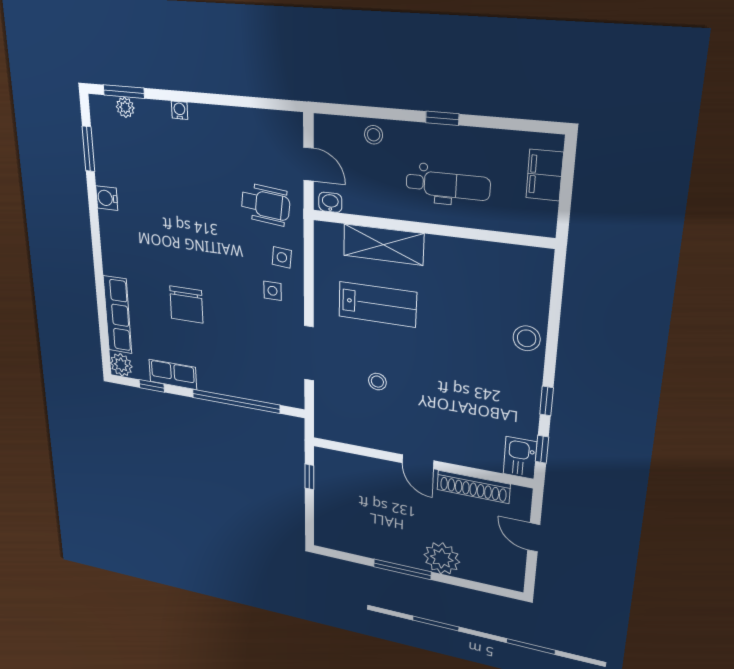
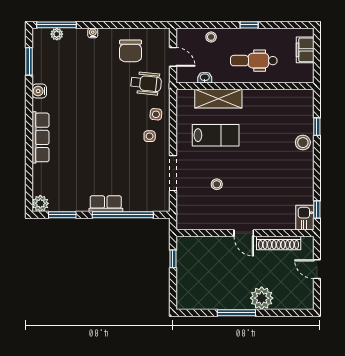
window: (124, 92) -> (57, 25), width x1.44
dental chair: (448, 185) -> (254, 61), turned 180
washbasin: (330, 202) -> (205, 78), moved
chair: (186, 304) -> (130, 51), moved
row of seats: (117, 315) -> (40, 137), moved
row of seats: (173, 374) -> (106, 204), moved
window: (152, 386) -> (62, 215), width x1.50
window: (546, 401) -> (317, 127), moved

